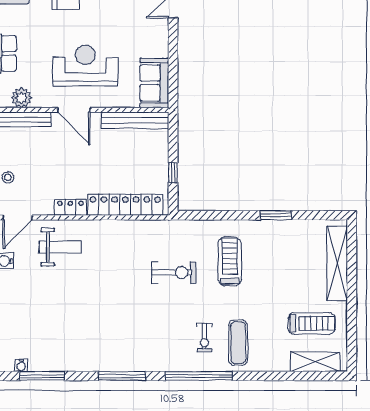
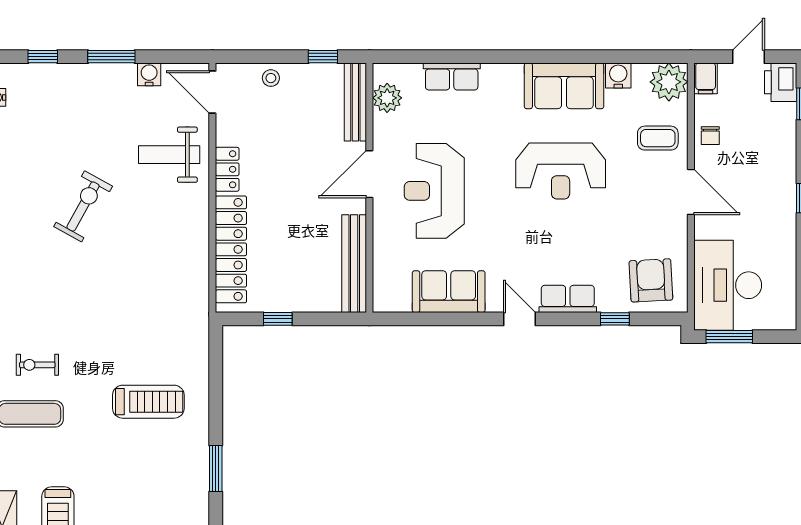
reception desk: (85, 65) -> (434, 191), turned 180
sofa: (154, 83) -> (449, 292), moved
weight bench: (60, 247) -> (169, 155), turned 90
exercise bike: (174, 273) -> (83, 206), moved, turned -151

